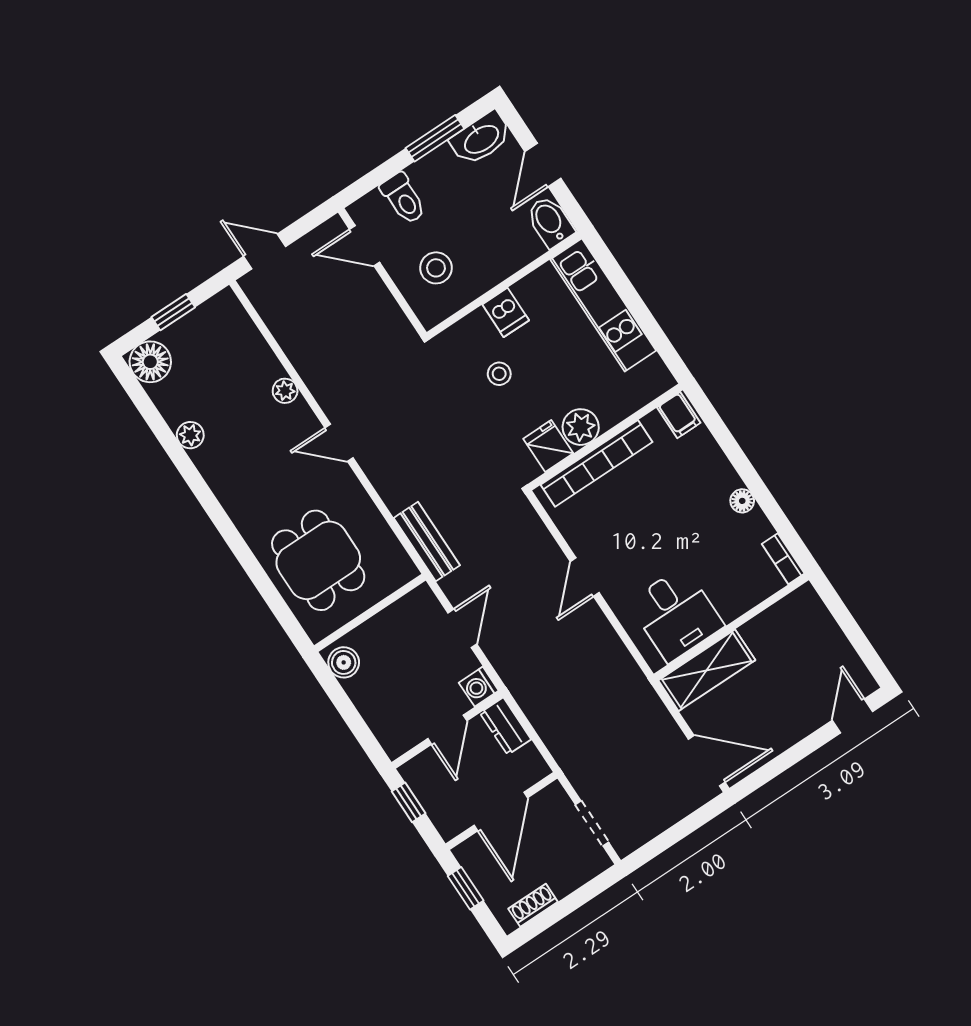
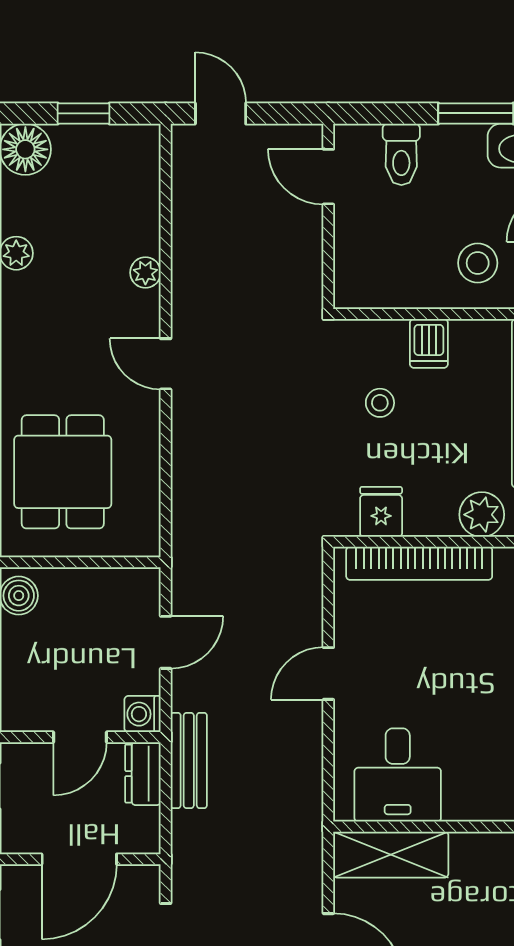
stool: (436, 268) -> (478, 263), moved
plant: (581, 427) -> (482, 515), moved
bench: (427, 542) -> (189, 760), moved

